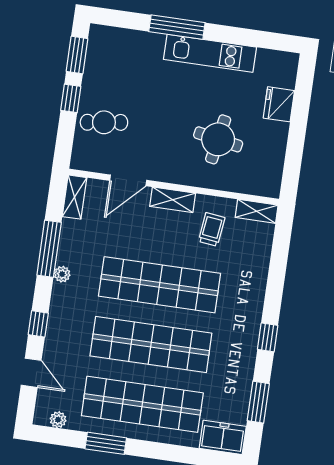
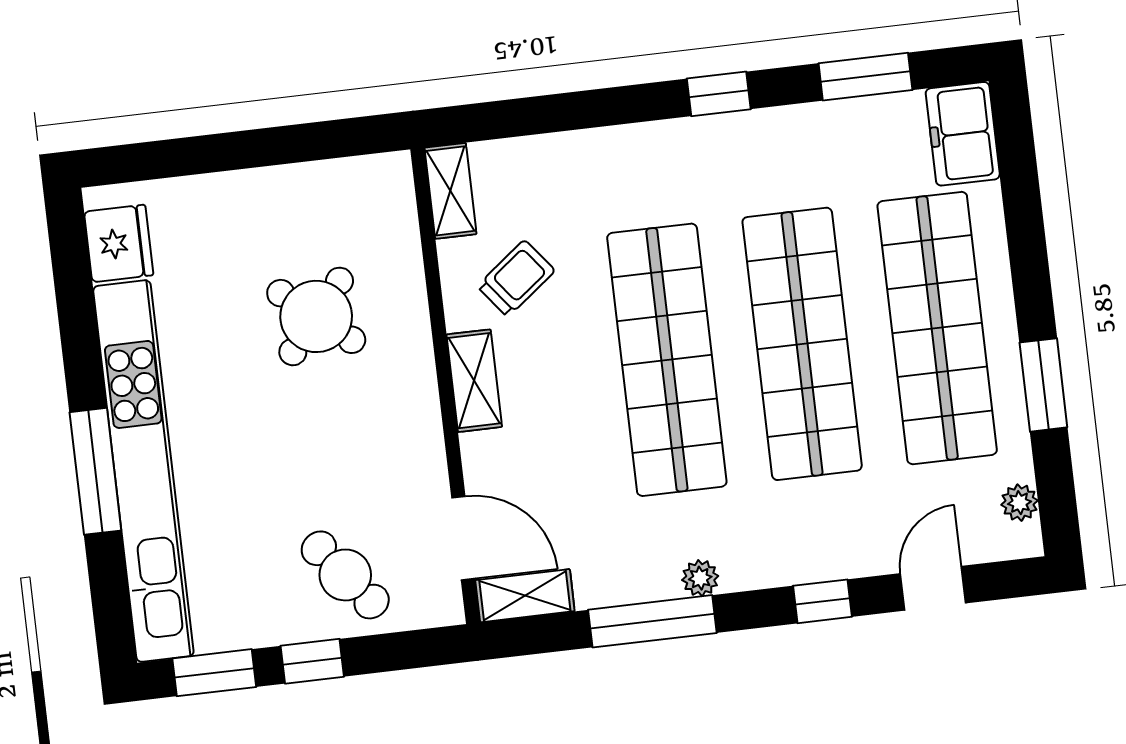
kitchen unit: (210, 53) -> (143, 471), width x1.86
fridge: (279, 104) -> (119, 243), moved, turned -90
cafe table: (104, 122) -> (345, 575), turned -30
round table: (218, 139) -> (316, 316), turned 30
door: (128, 180) -> (463, 538), moved
trolley: (212, 229) -> (516, 278), turned 135

